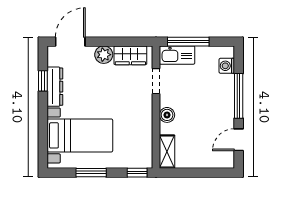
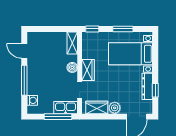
wardrobe: (143, 111) -> (88, 70), added
door: (239, 140) -> (24, 51), swing flipped

